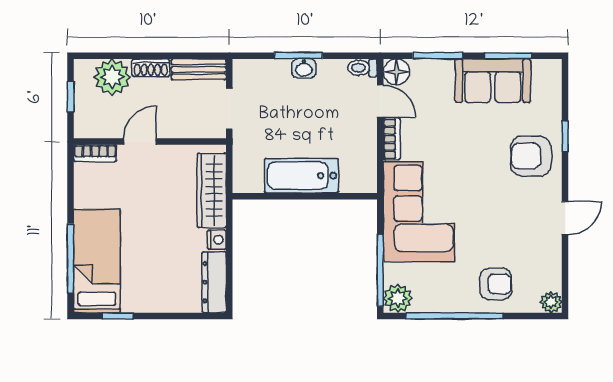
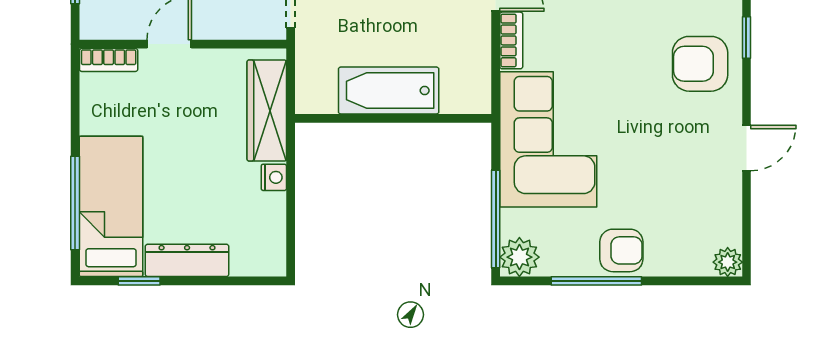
dresser: (214, 282) -> (187, 260), moved, turned 90
armchair: (496, 284) -> (621, 250), moved
window: (454, 316) -> (596, 281), width x0.68

